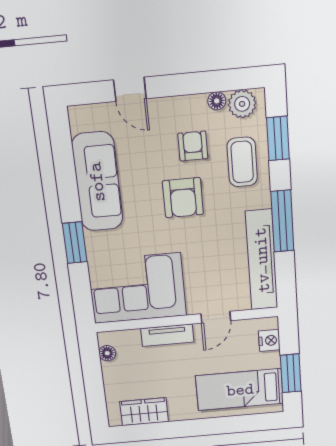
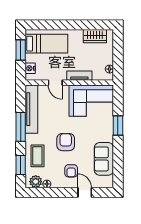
armchair: (193, 146) -> (71, 171), moved
sofa: (97, 182) -> (104, 159), width x0.73
door: (216, 317) -> (55, 83), swing flipped

